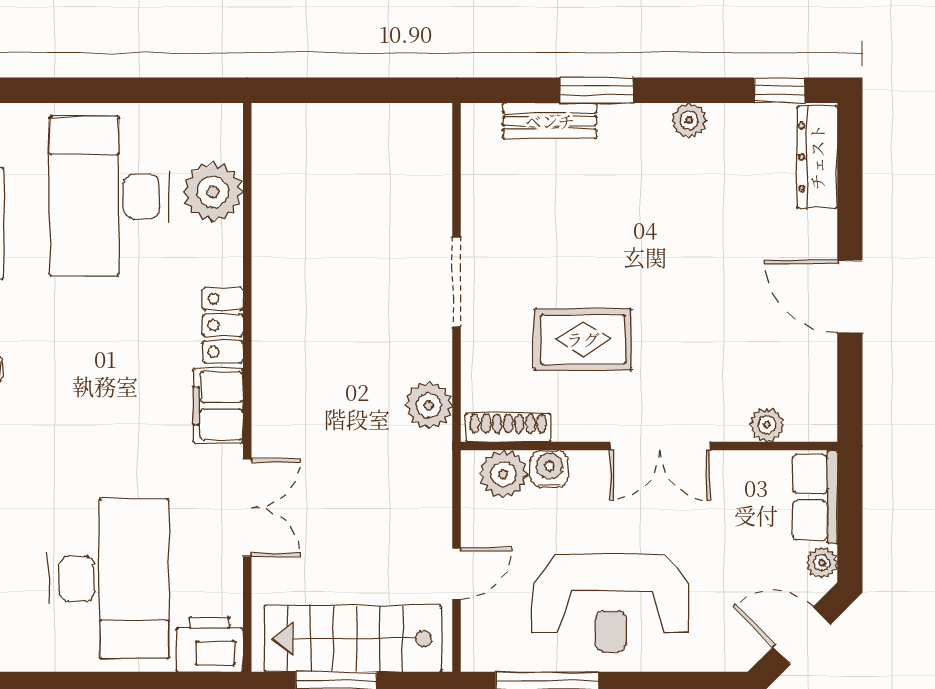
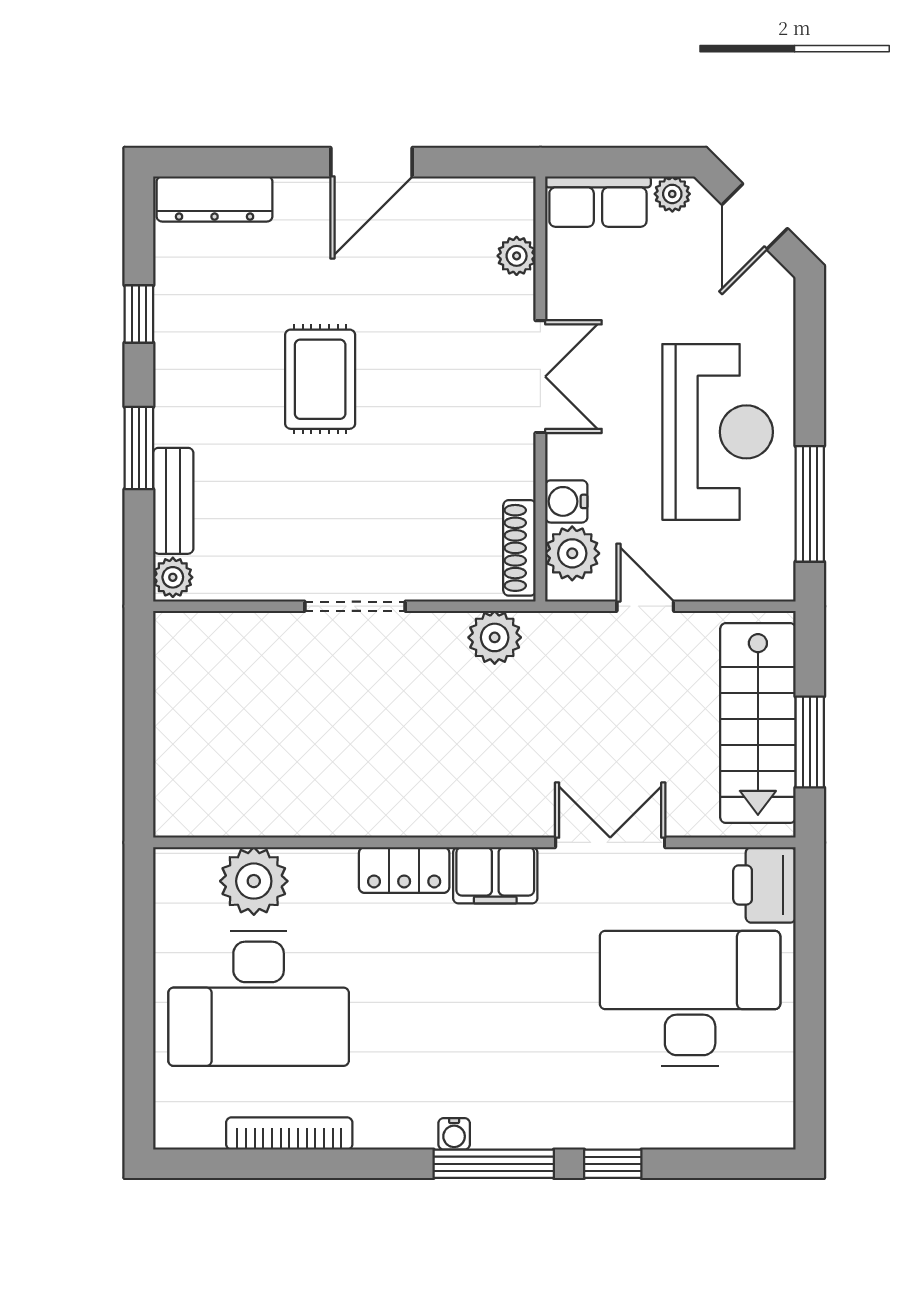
window: (780, 90) -> (139, 314), moved
plant: (689, 120) -> (173, 577), moved
rug: (583, 339) -> (320, 379), moved
door: (456, 573) -> (645, 606), moved

